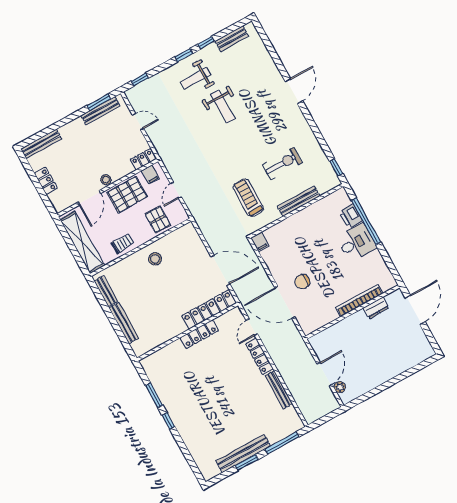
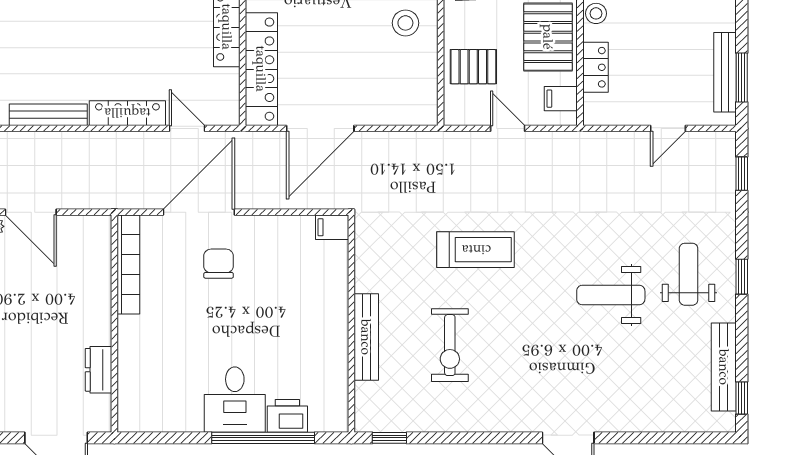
bench: (232, 39) -> (724, 367), width x1.36
window: (206, 43) -> (742, 398), moved
locker: (143, 159) -> (595, 67), moved
treadmill: (248, 198) -> (476, 250), moved
bookcase: (359, 300) -> (128, 264), moved

